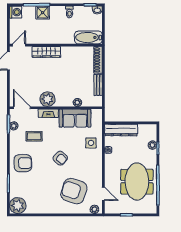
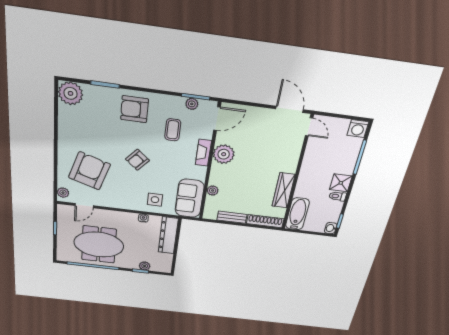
shower: (43, 13) -> (341, 183), moved
wardrobe: (46, 52) -> (284, 190), moved
sofa: (75, 118) -> (190, 198), moved
armchair: (23, 163) -> (134, 109), turned 90

